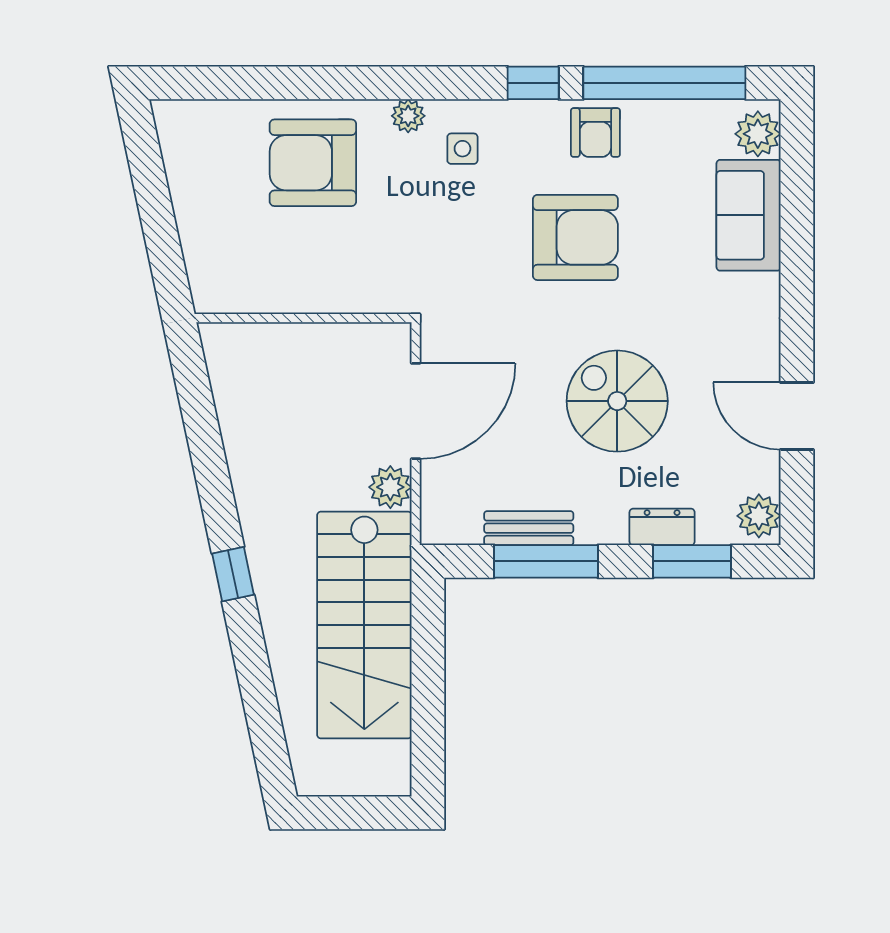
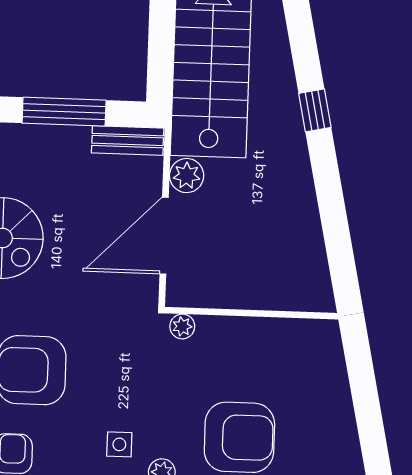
plant: (389, 299) -> (182, 326), added
bench: (529, 528) -> (128, 141), moved

